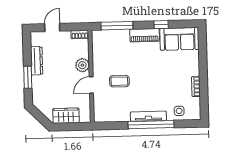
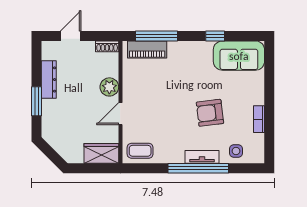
piano: (145, 35) -> (147, 49), moved
coffee table: (119, 81) -> (140, 151), moved
armchair: (159, 83) -> (210, 113), added
wardrobe: (66, 116) -> (101, 153), moved
tv unit: (148, 116) -> (202, 157), width x0.71

